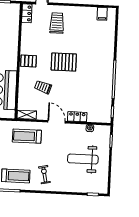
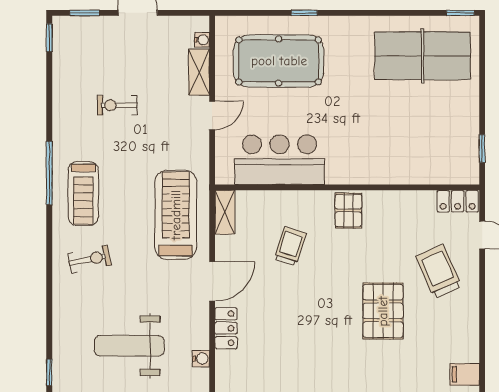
trolley: (57, 23) -> (439, 271), turned -114
pallet: (64, 62) -> (383, 311), moved
treadmill: (27, 136) -> (176, 215), width x1.37, depth x1.38
weight bench: (83, 159) -> (129, 346), turned -90

